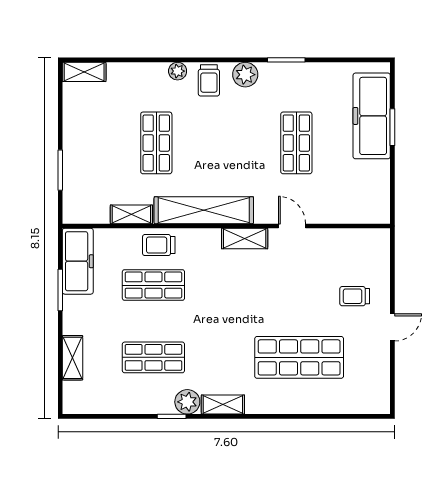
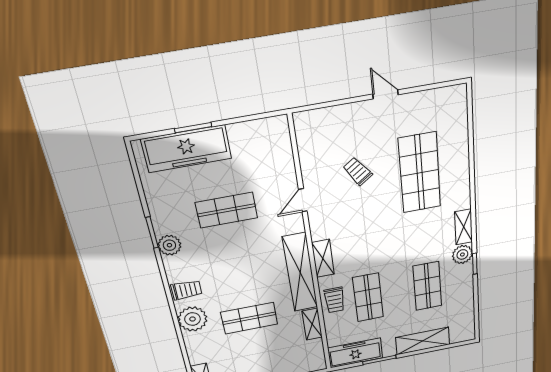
plant: (178, 71) -> (192, 319), width x1.88, depth x1.88
plant: (245, 75) -> (169, 245), moved
shelving: (245, 239) -> (323, 258), moved
trolley: (355, 296) -> (358, 171), moved, turned 145
shelving: (73, 358) -> (423, 341), width x1.50, depth x1.33

